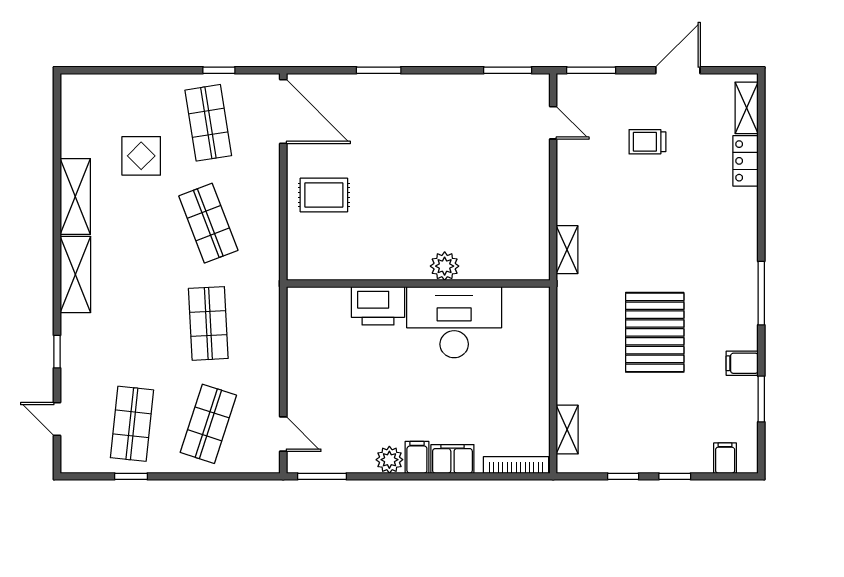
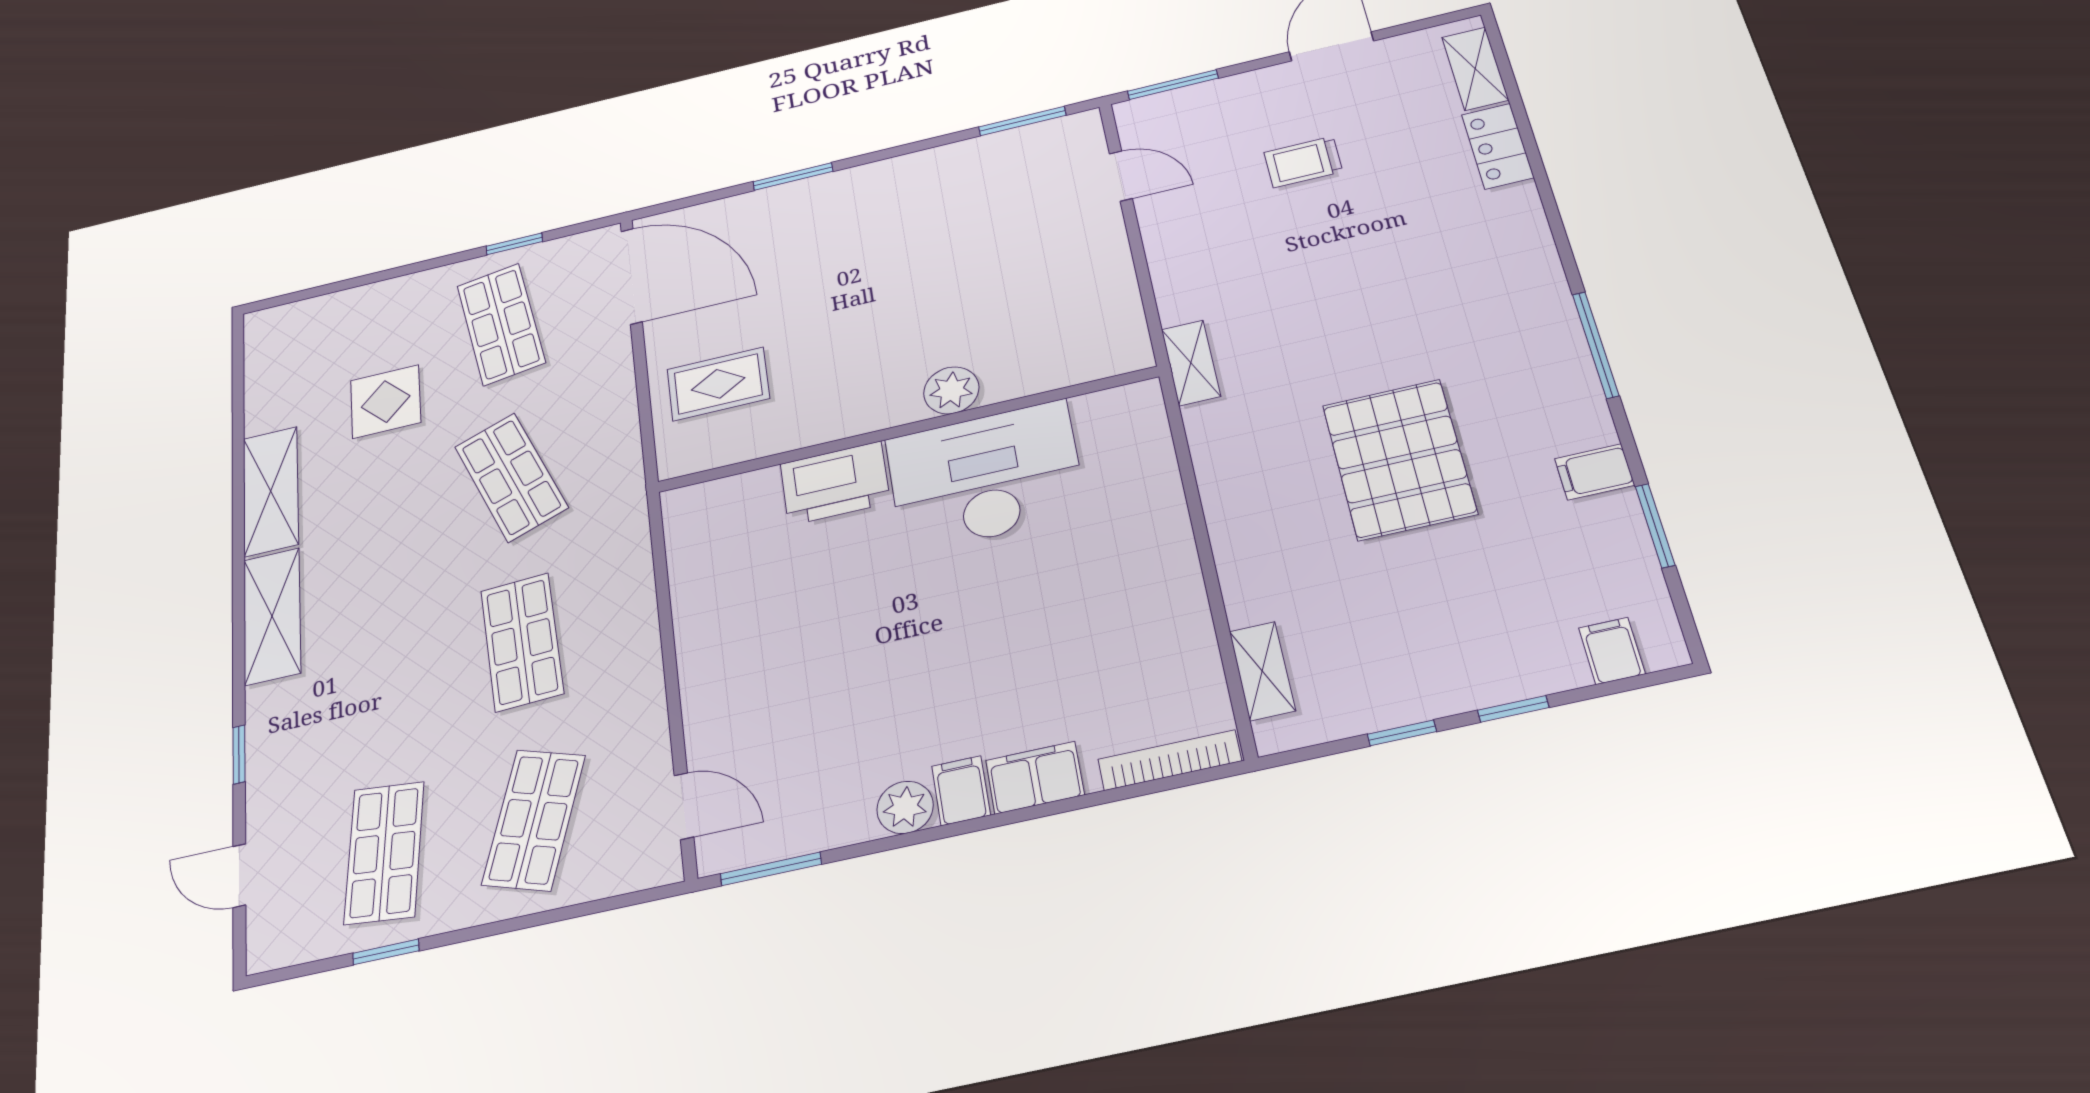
plant: (445, 266) -> (951, 390), moved
wall: (418, 284) -> (906, 430), moved
printer: (378, 306) -> (835, 483), moved
desk: (454, 322) -> (985, 477), moved

